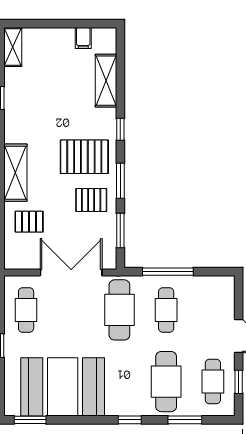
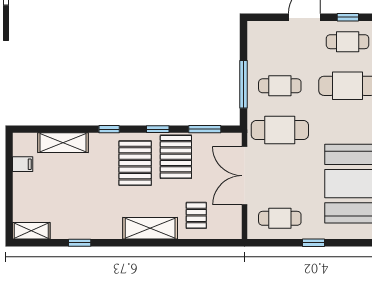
window: (120, 181) -> (158, 129), width x0.67
pallet: (91, 200) -> (176, 157), width x1.50, depth x1.42

